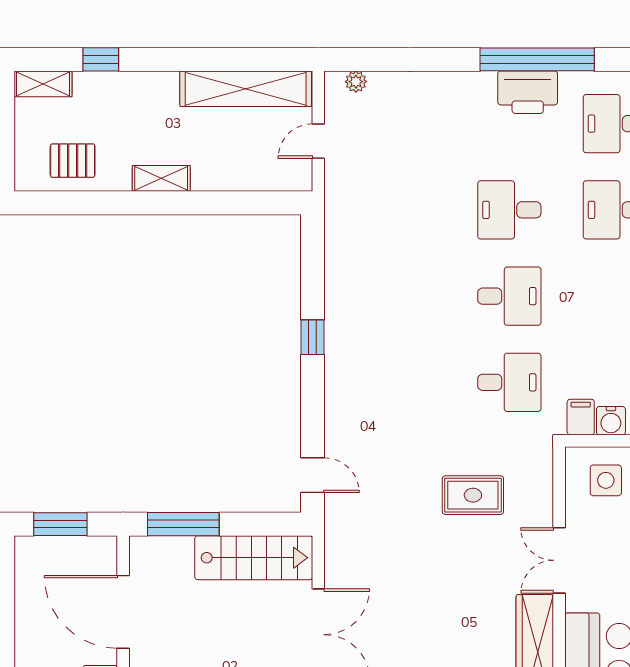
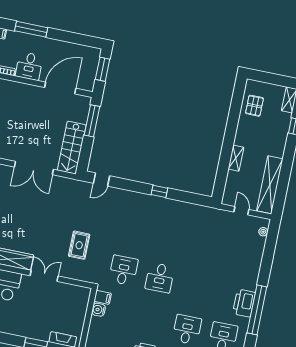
shelving: (161, 178) -> (236, 158), moved
desk: (509, 210) -> (196, 285), removed
desk: (509, 382) -> (123, 270), turned 180
side table: (606, 480) -> (74, 302), removed

